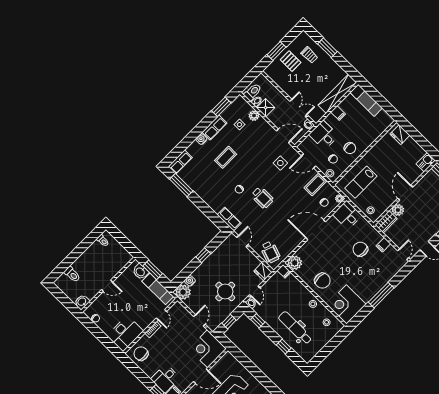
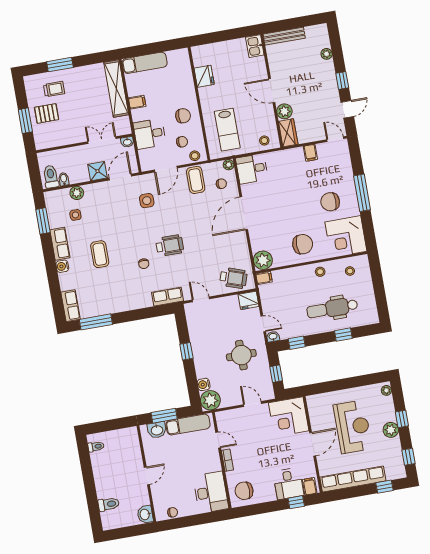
shower: (266, 108) -> (98, 171), moved
fridge: (400, 135) -> (204, 76), moved, turned -90
chair: (360, 249) -> (330, 202), moved

